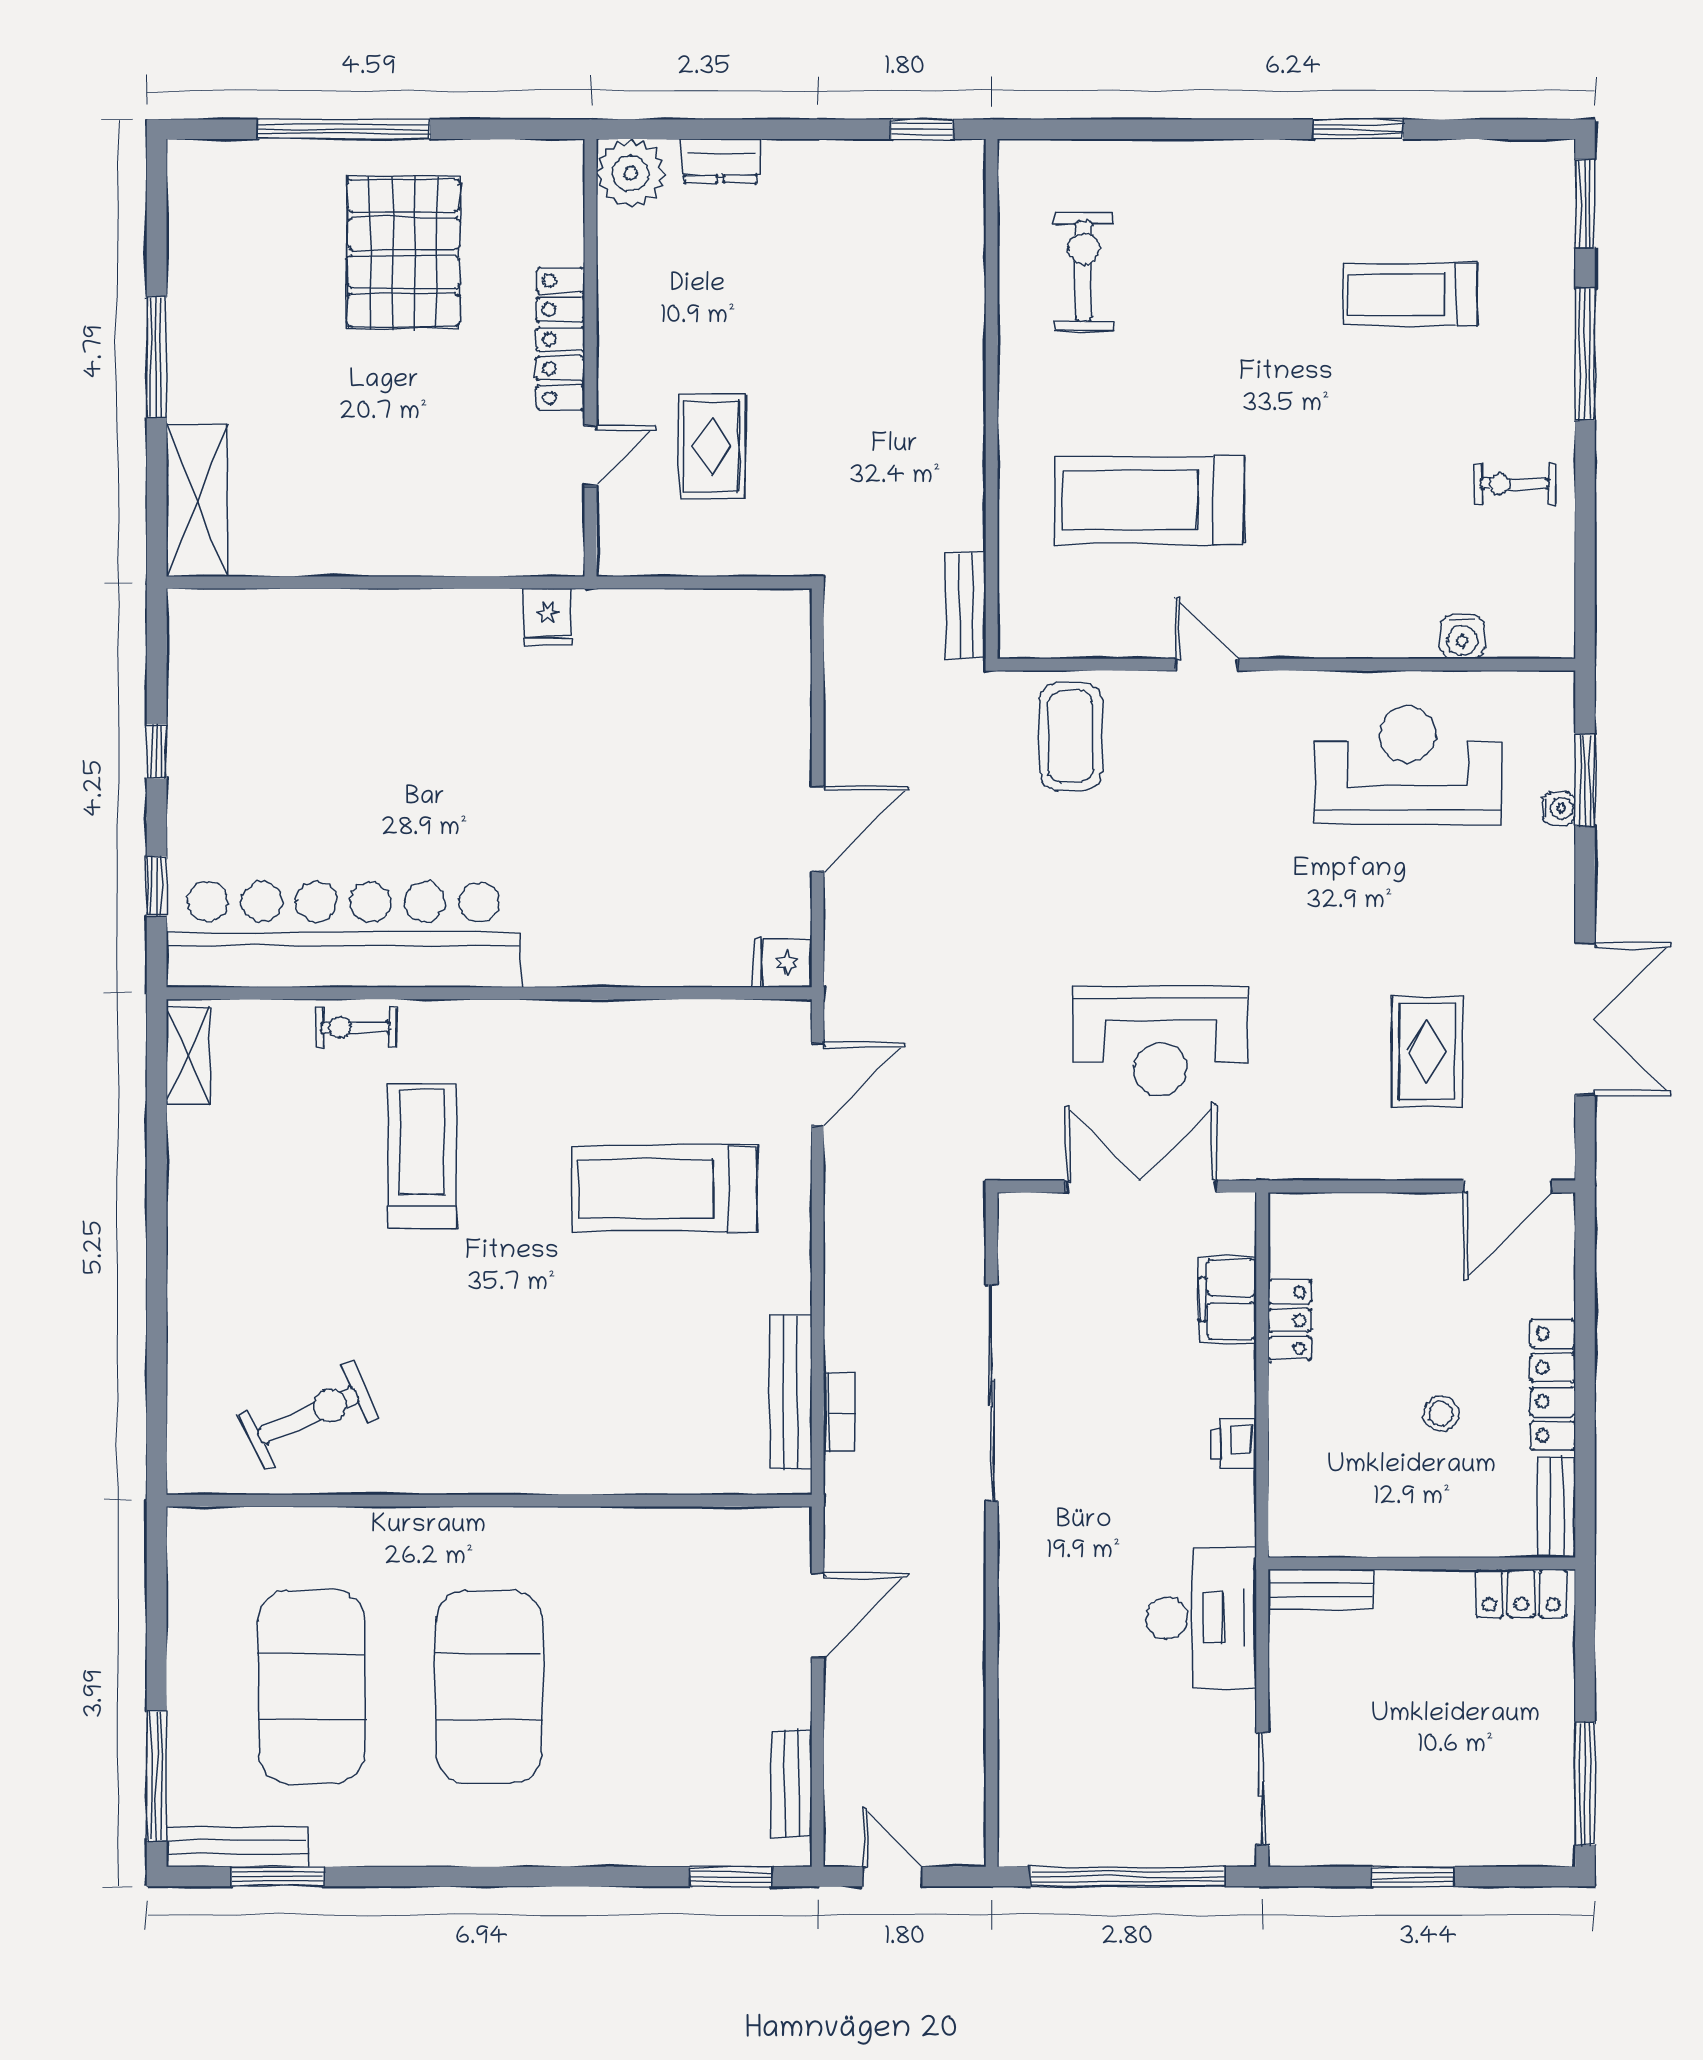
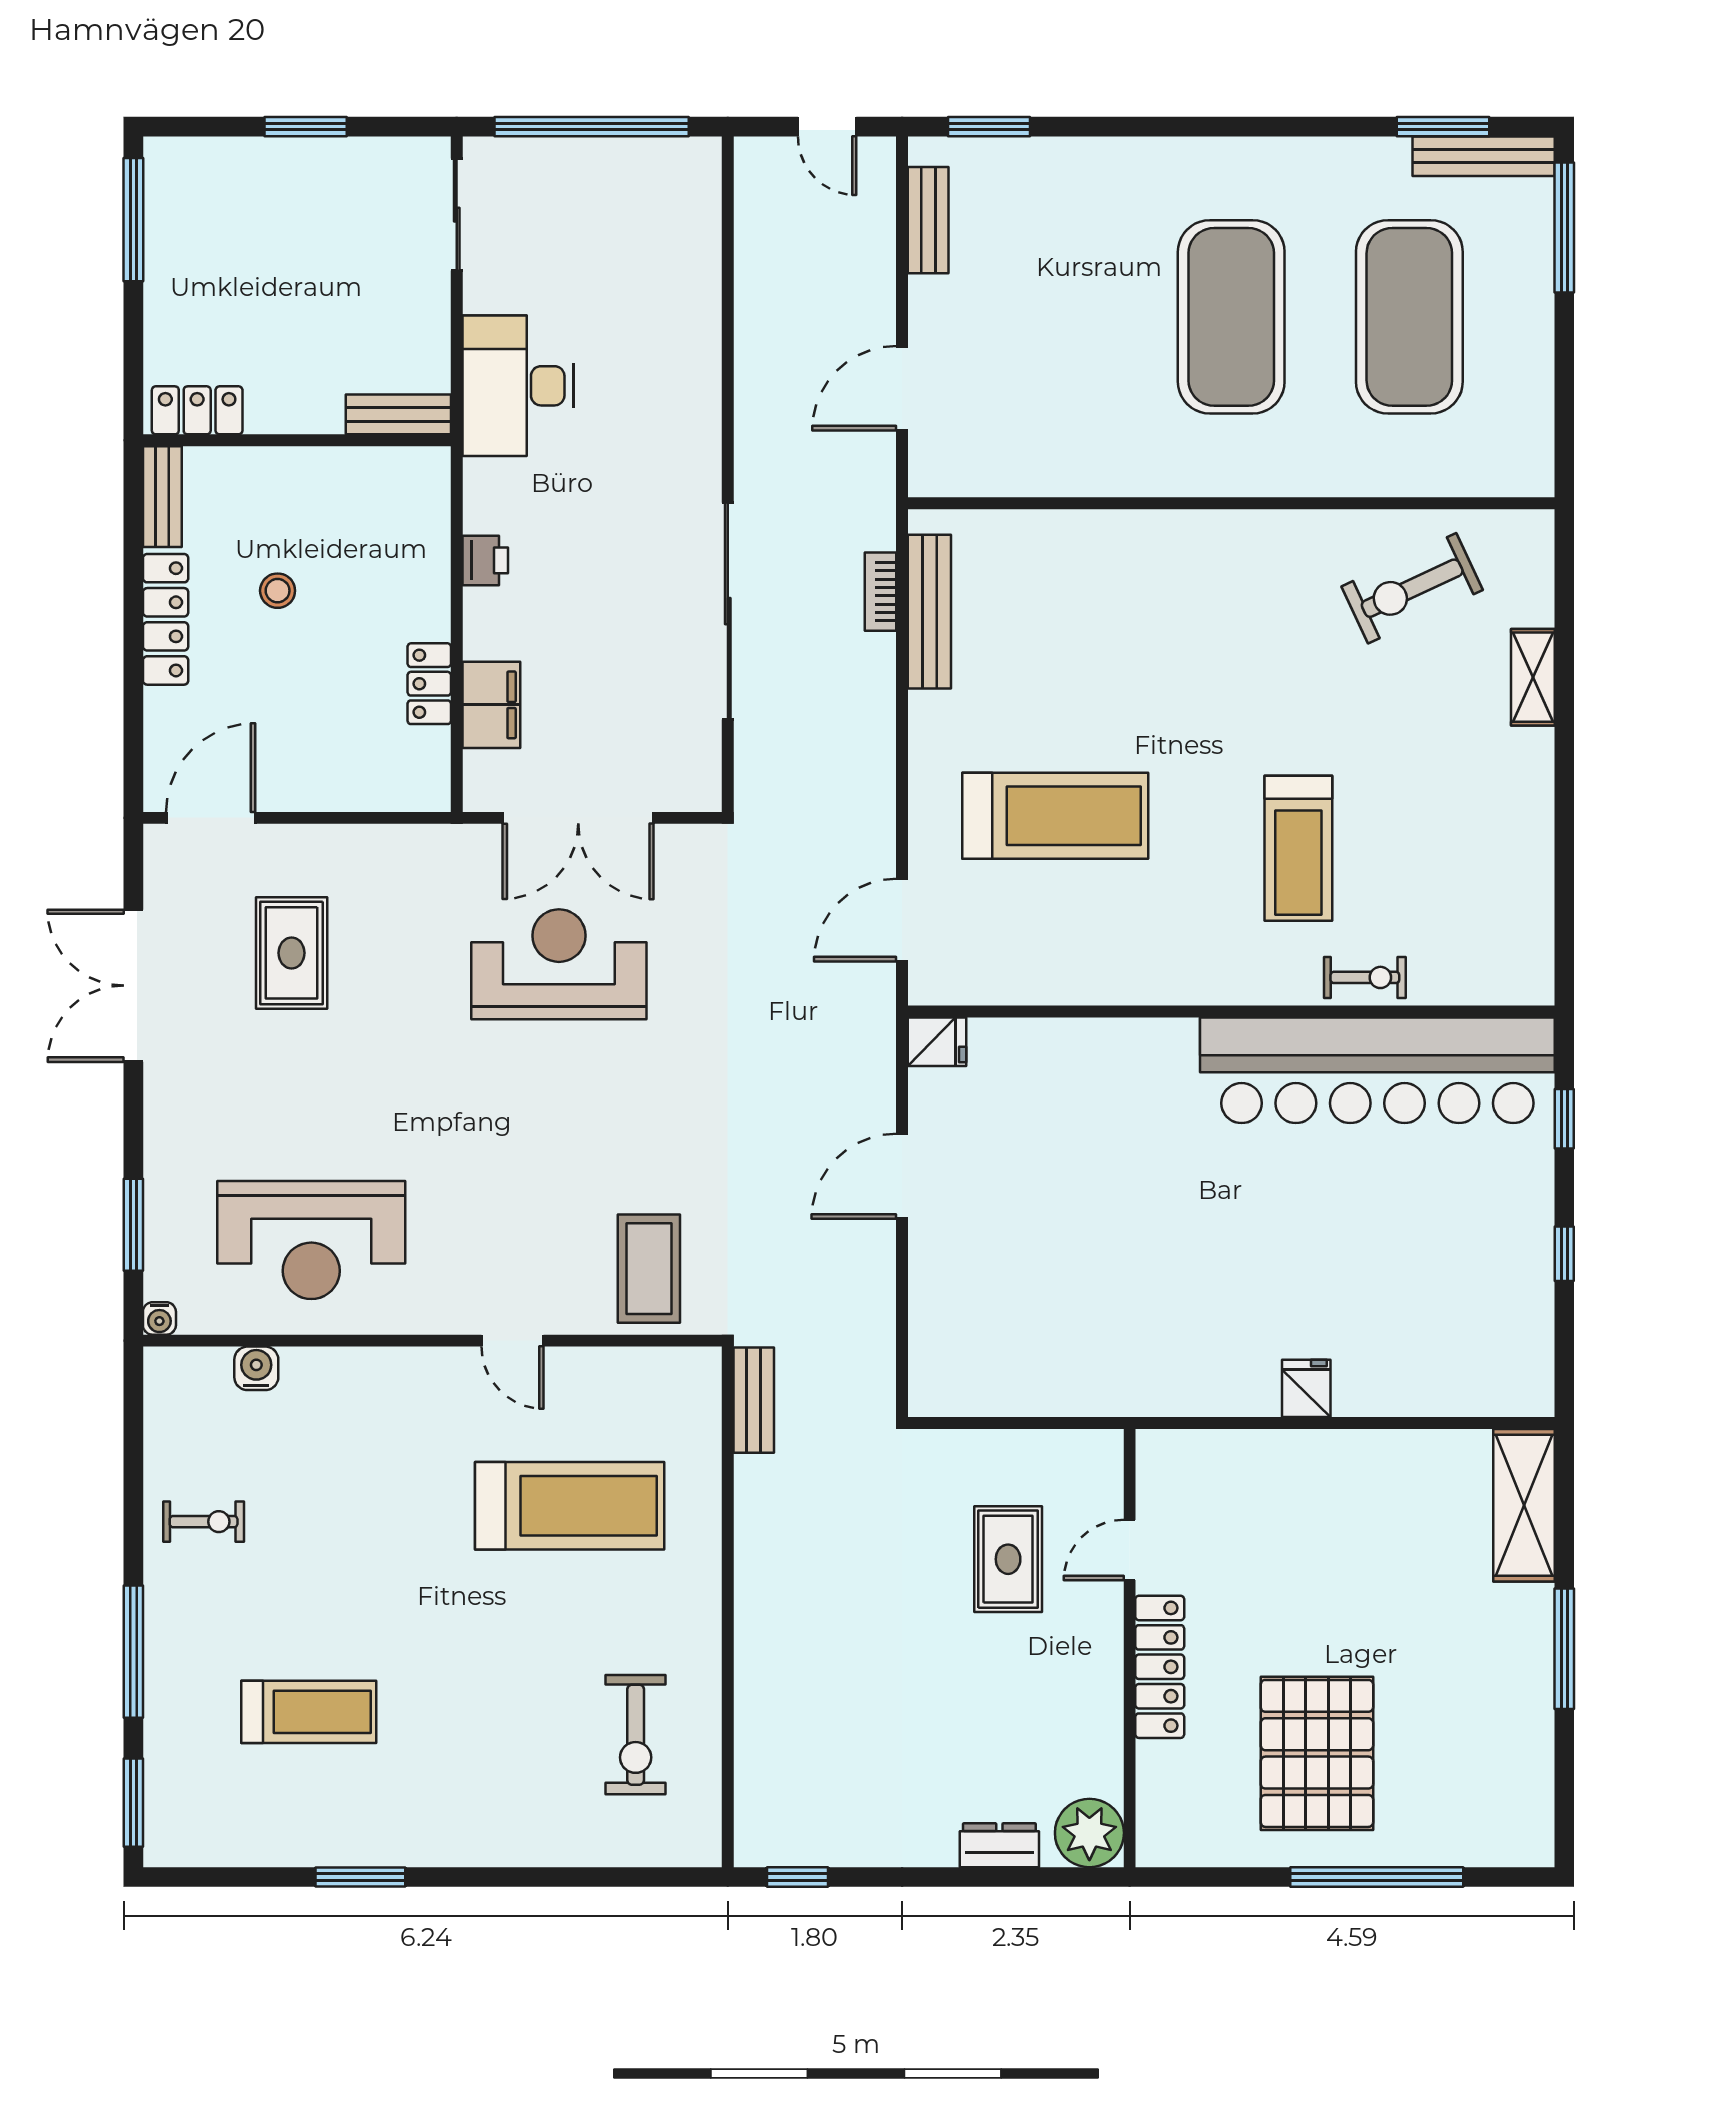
fridge: (547, 617) -> (1306, 1388), moved
water cooler: (1559, 808) -> (159, 1318), moved, turned -90
shelving: (188, 1056) -> (1533, 677), moved

